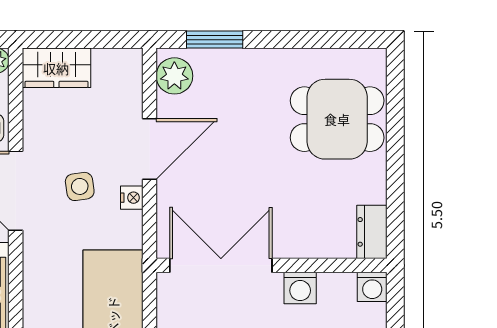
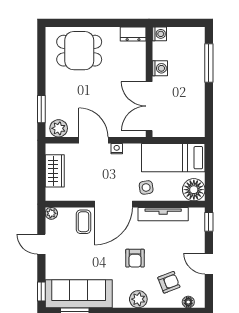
wardrobe: (56, 68) -> (55, 171), moved
dining table: (337, 119) -> (79, 51), turned 90
side table: (80, 186) -> (146, 187), moved

